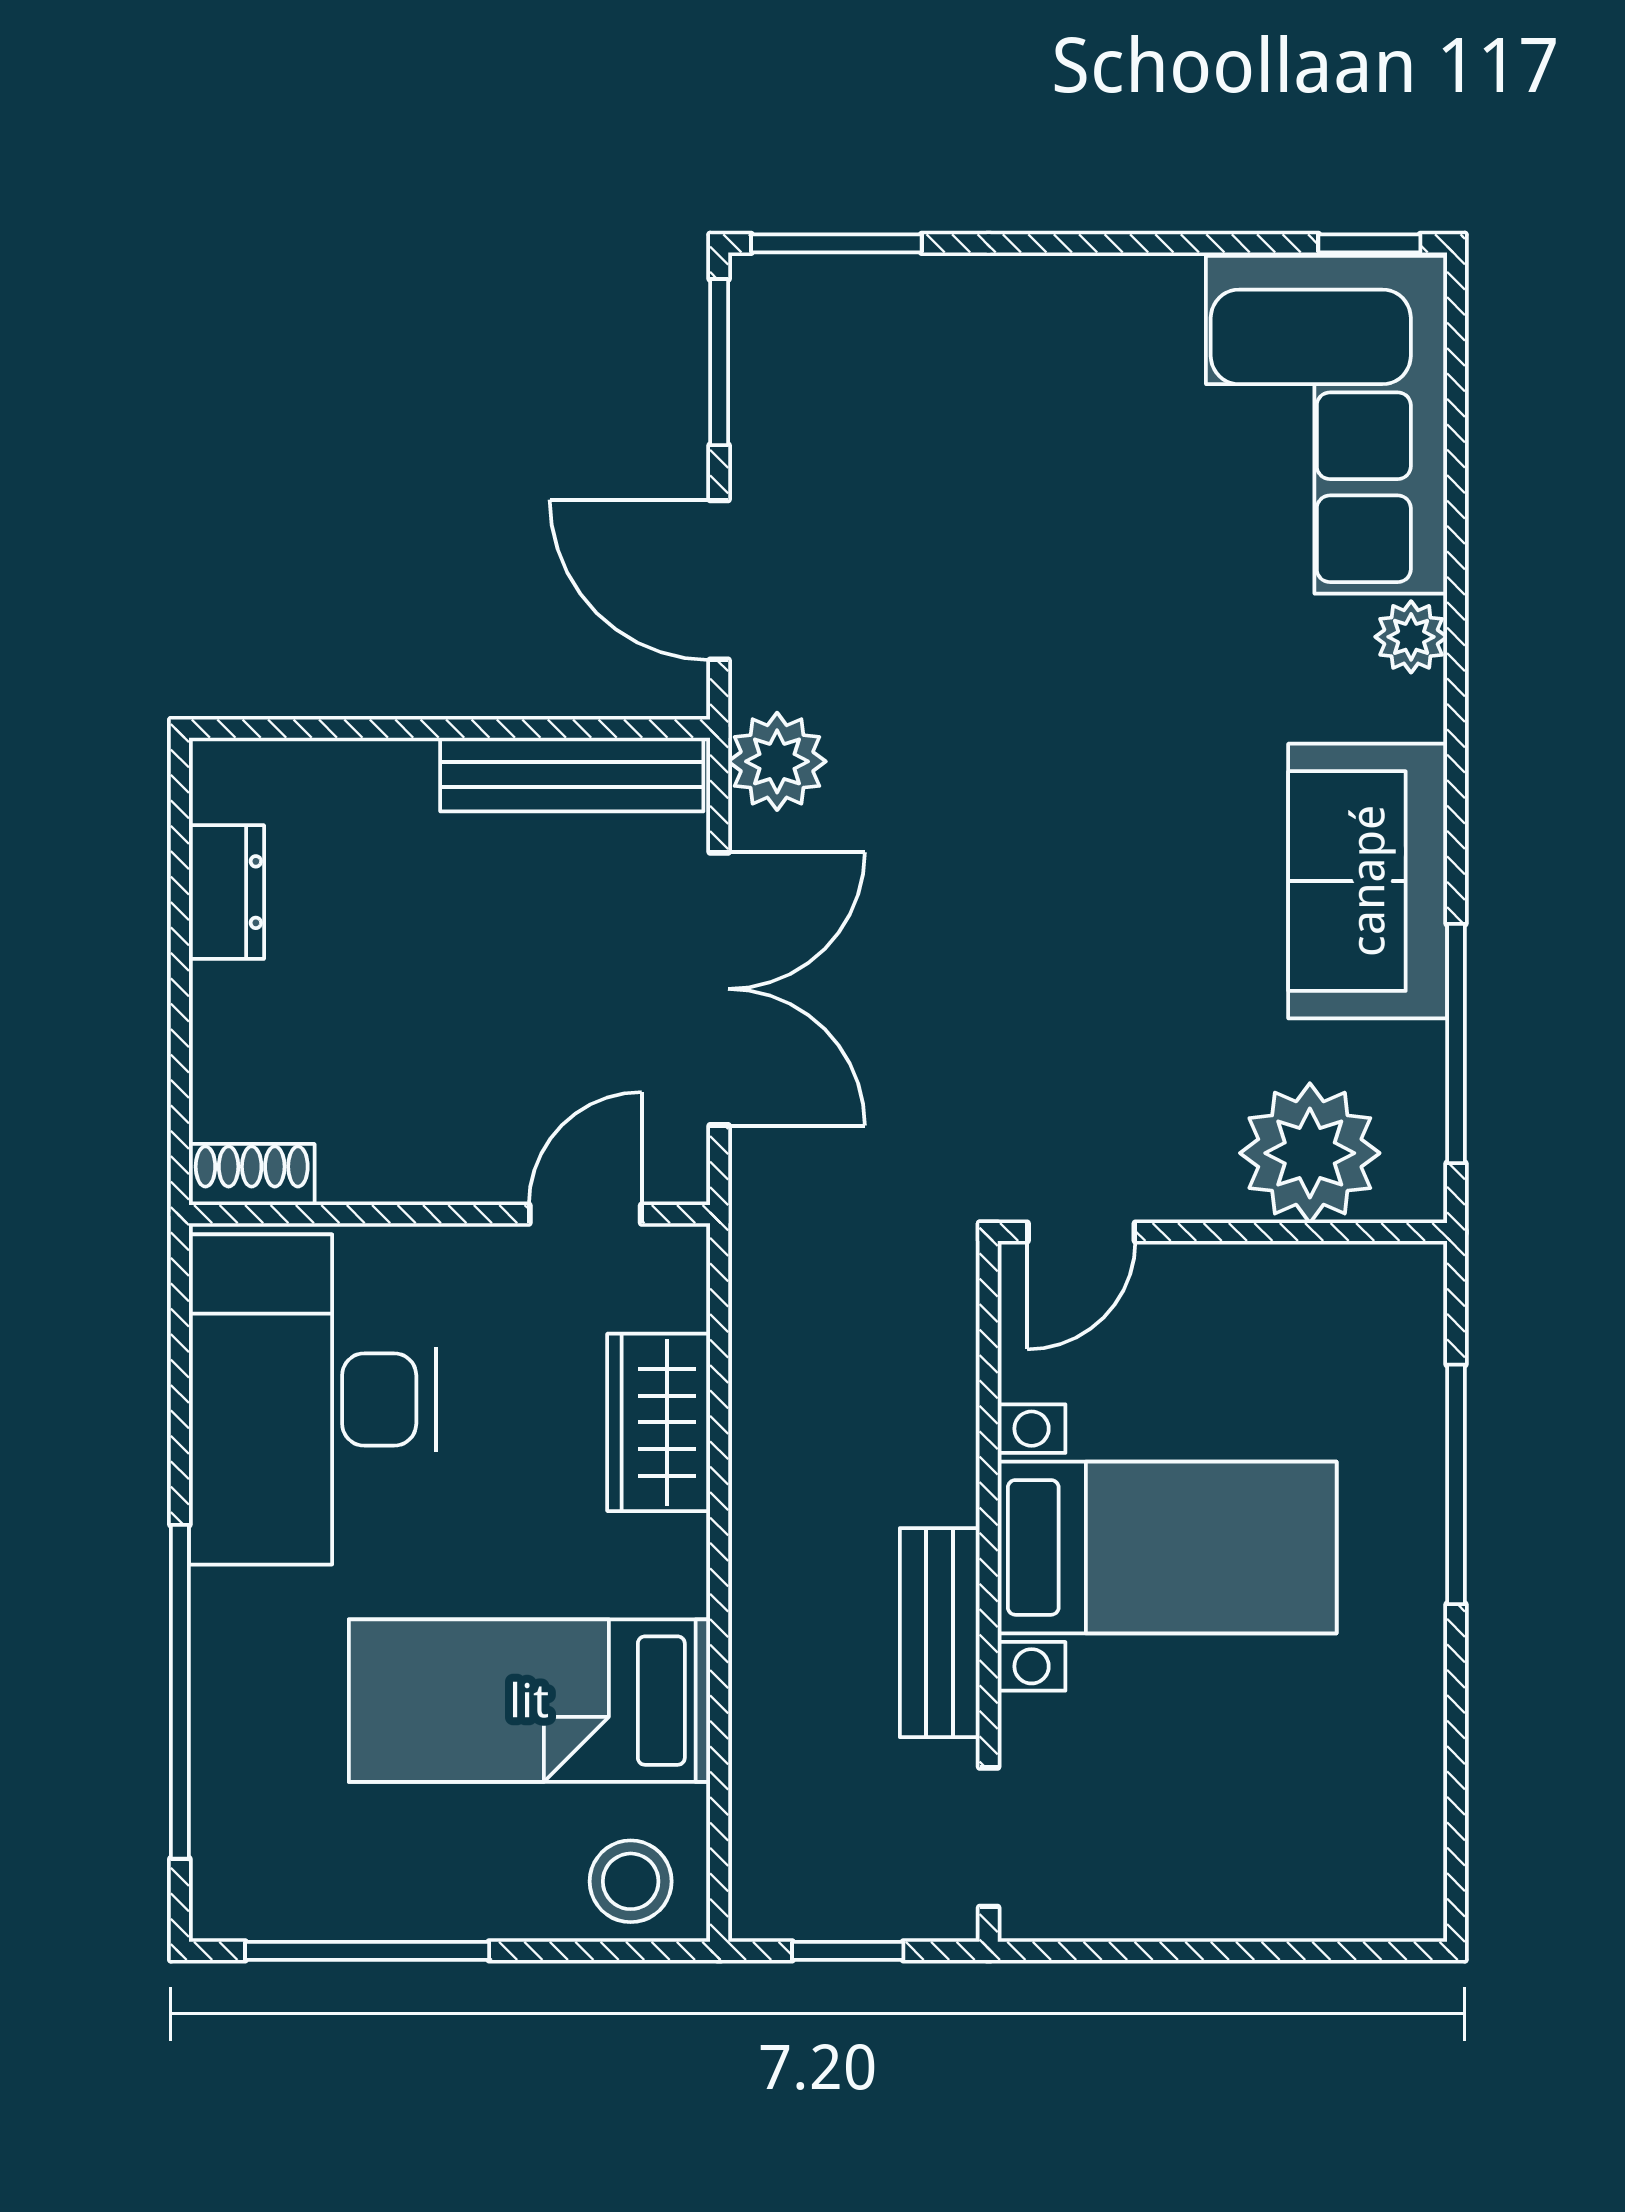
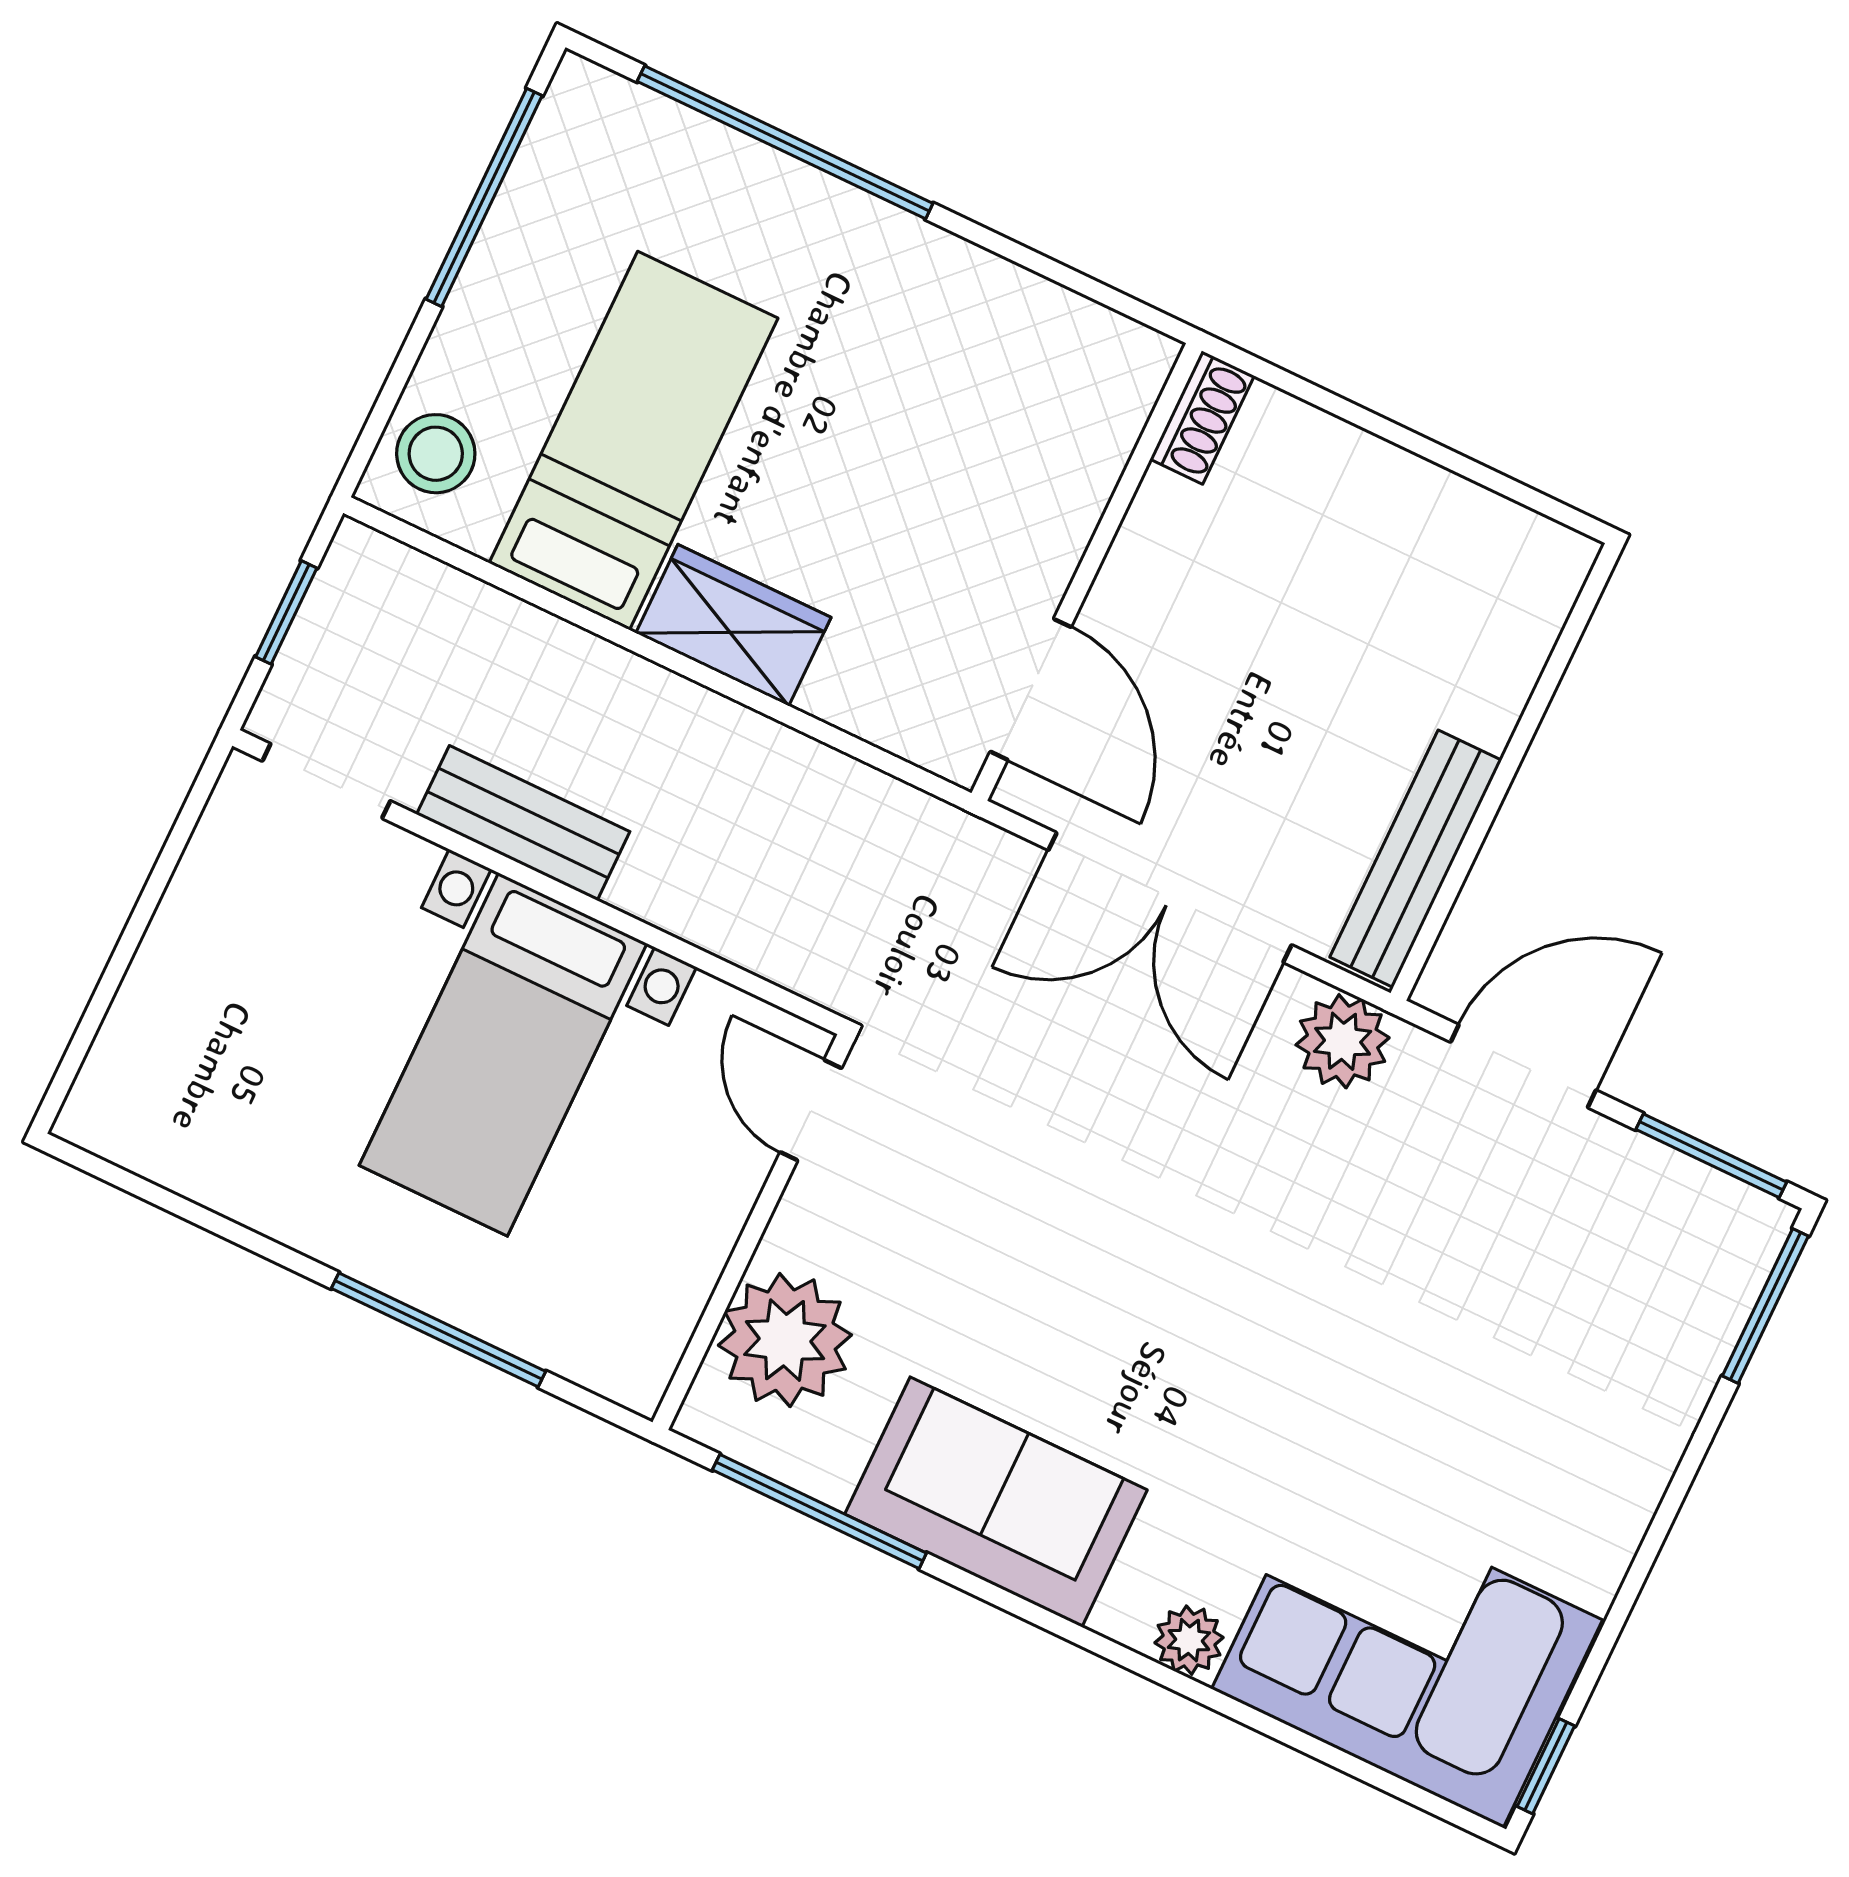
dresser: (226, 892) -> (1457, 512), removed
door: (585, 1214) -> (1031, 689), width x1.38
desk: (312, 1400) -> (983, 377), removed
wardrobe: (659, 1422) -> (733, 625), moved

